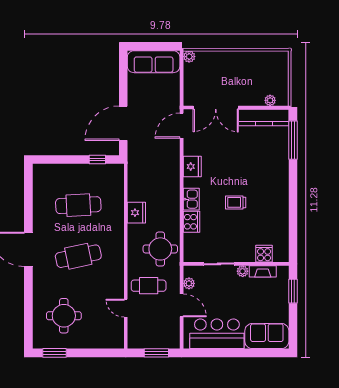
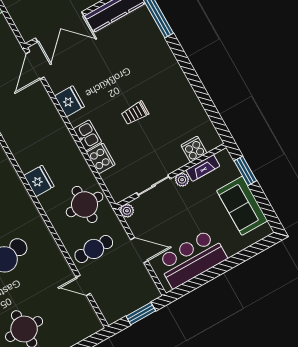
plant: (189, 283) -> (127, 211), moved
sofa: (267, 336) -> (242, 206), moved, turned -90

